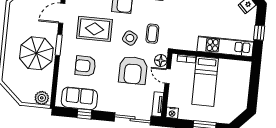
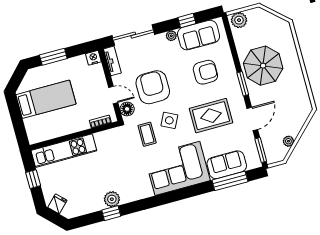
bed: (205, 81) -> (46, 99), moved, turned 90
plant: (102, 106) -> (171, 36), added

